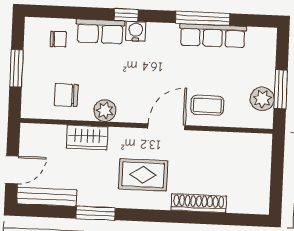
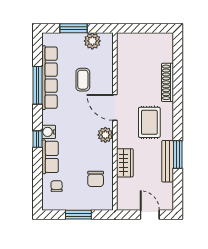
row of seats: (213, 36) -> (49, 78), width x1.36
window: (281, 89) -> (73, 28), moved
coffee table: (207, 105) -> (83, 80), moved
plant: (105, 111) -> (105, 135), moved
bench: (47, 197) -> (168, 161), moved

